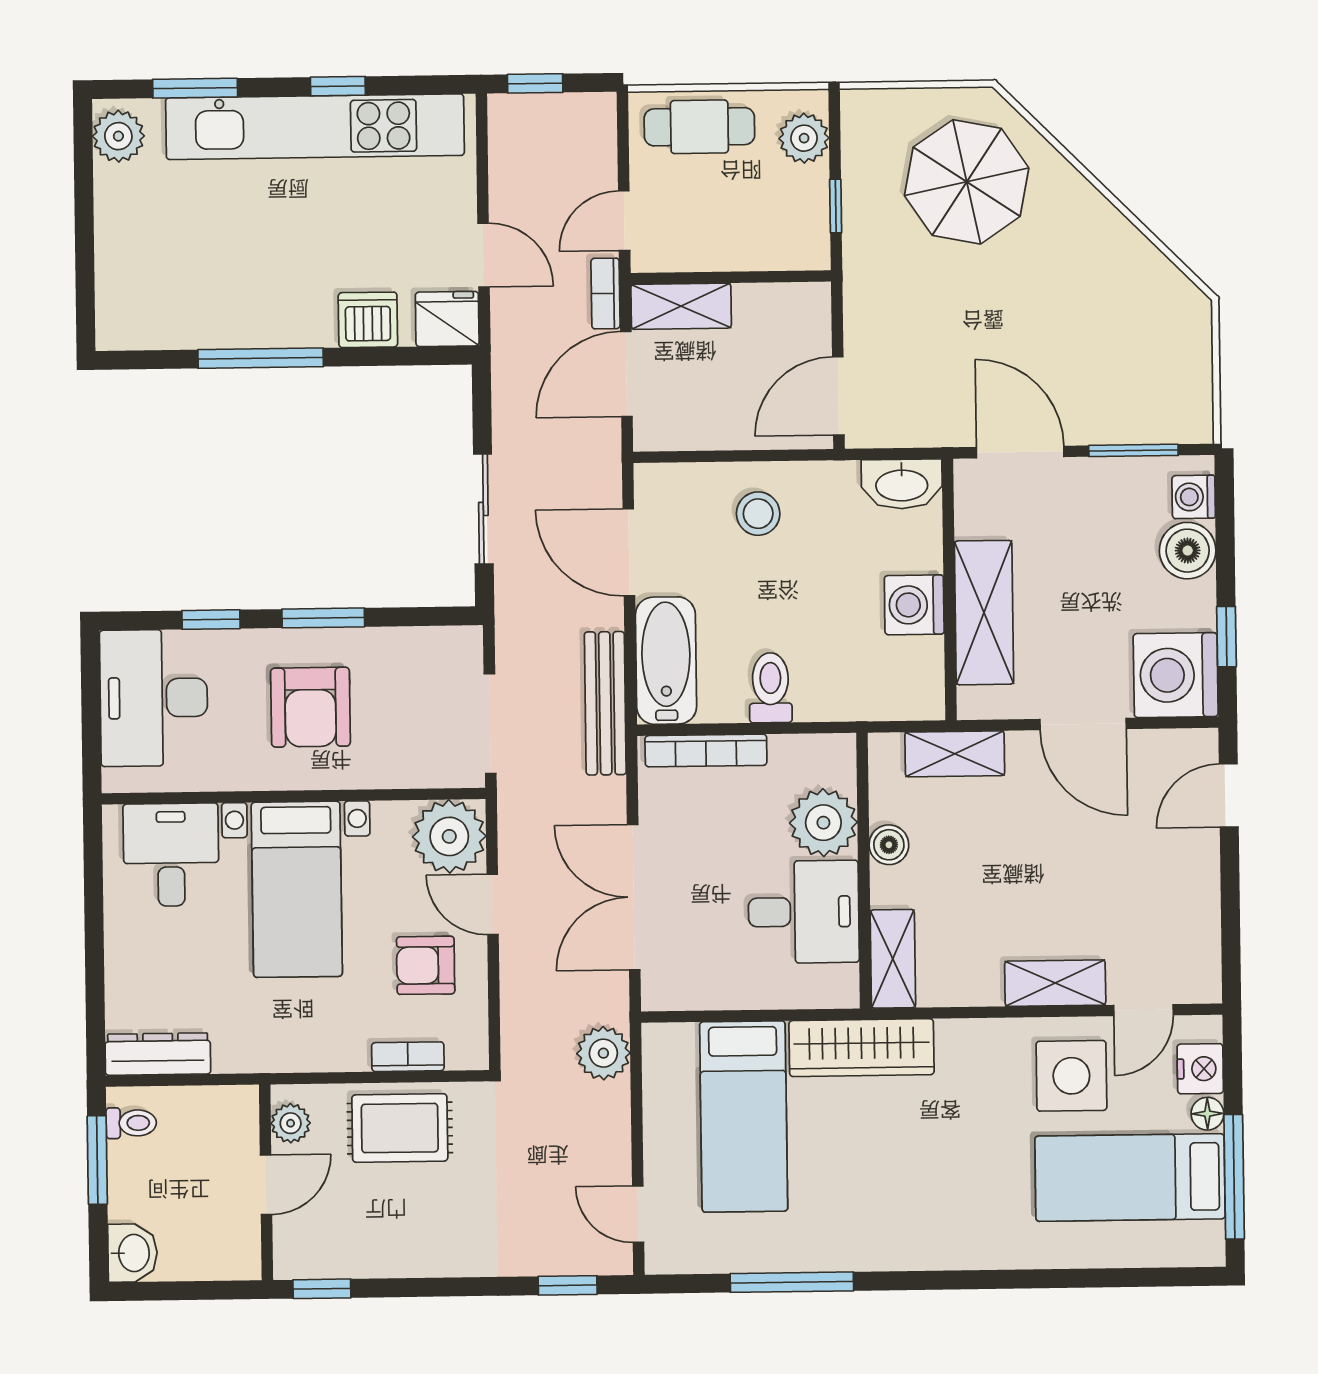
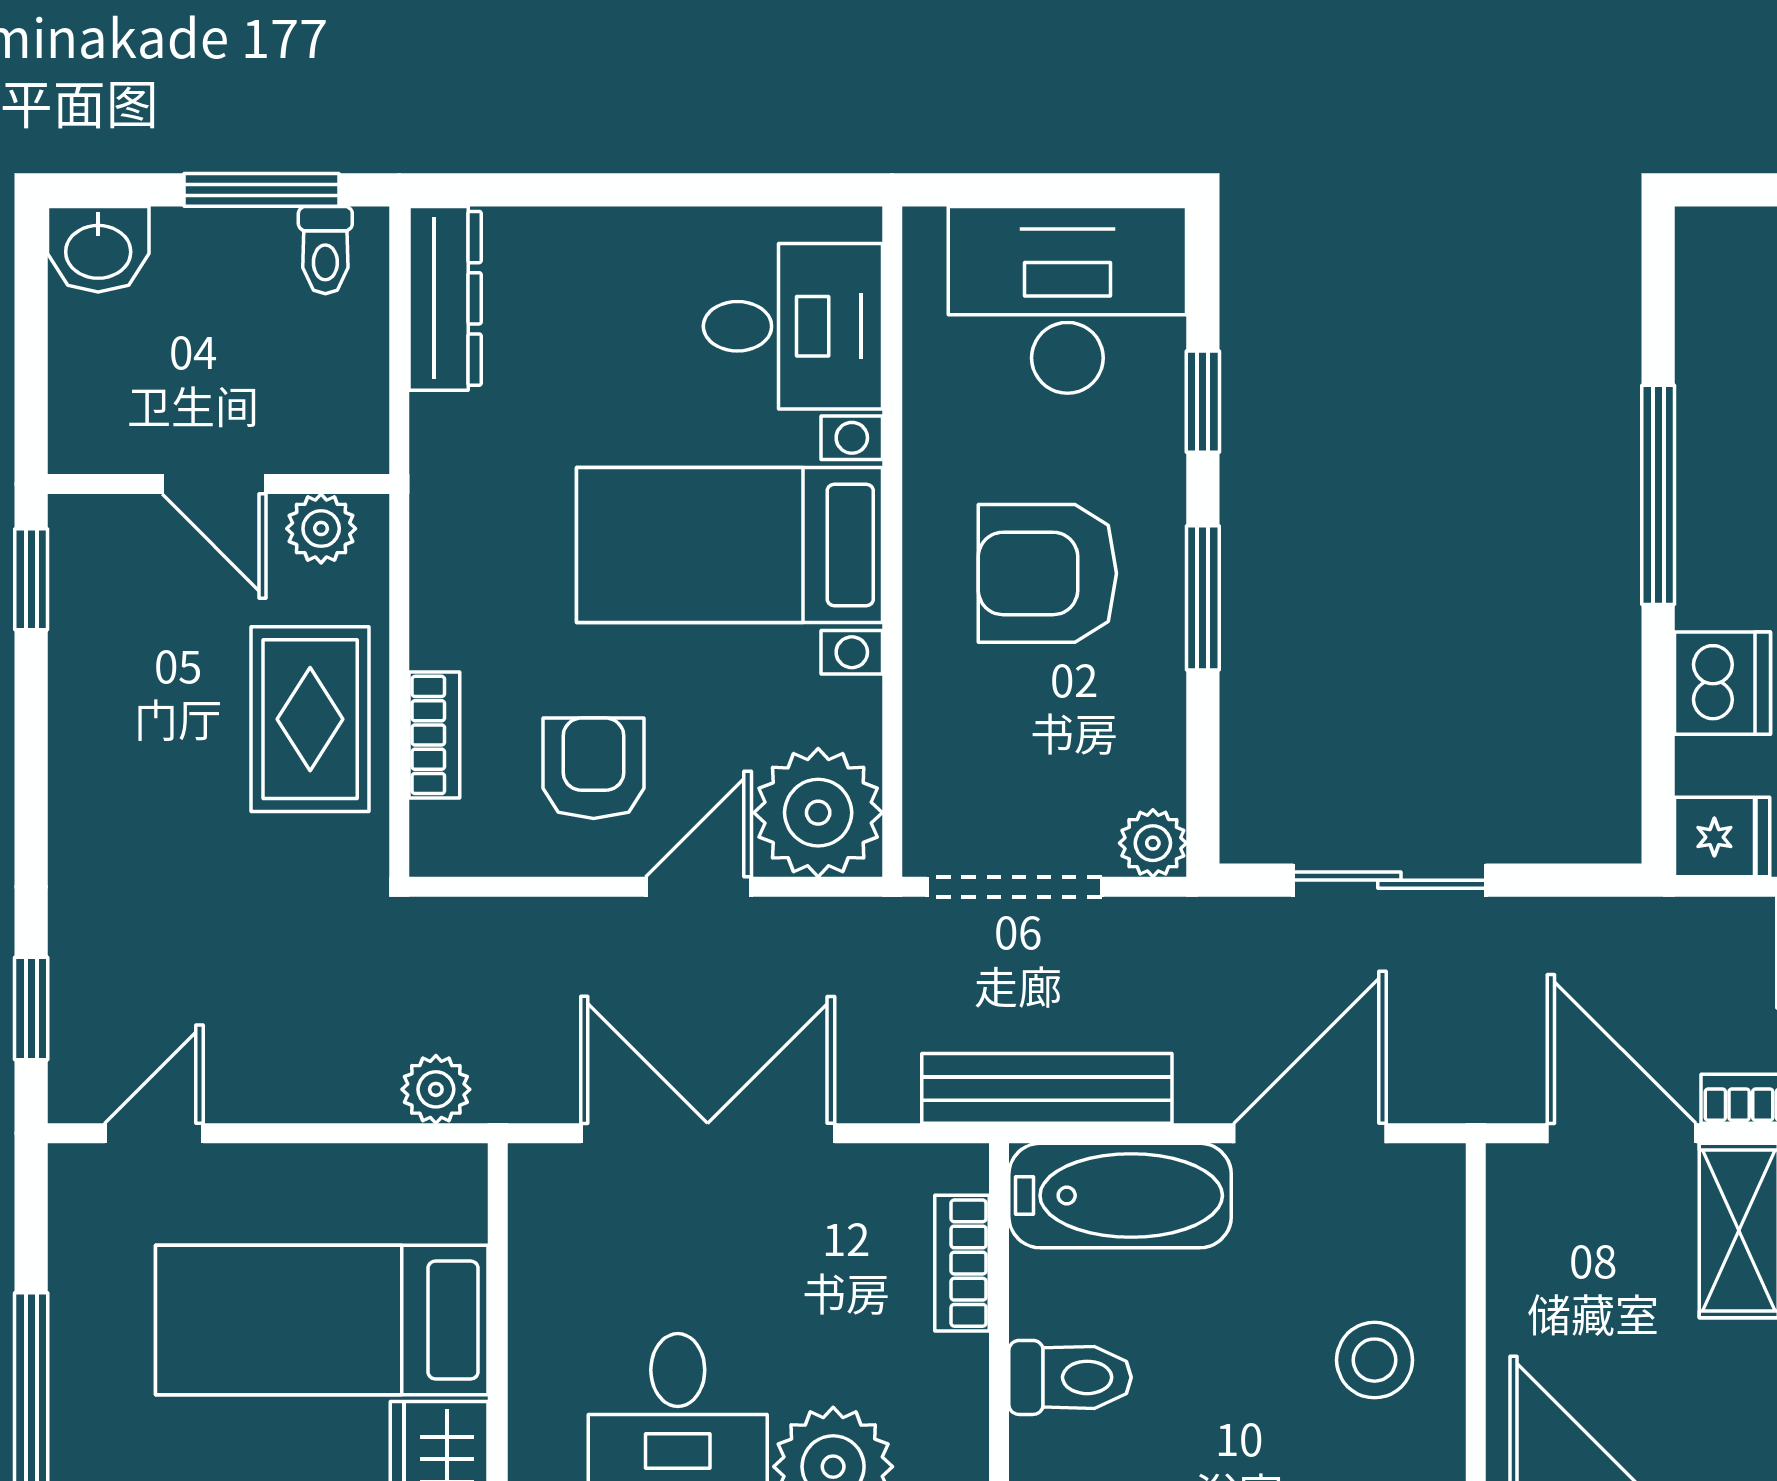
fridge: (447, 319) -> (1722, 837), width x0.72
plant: (464, 645) -> (1153, 843), added
bookcase: (706, 750) -> (962, 1263), width x0.64
plant: (603, 1053) -> (436, 1089), width x0.73, depth x0.73

